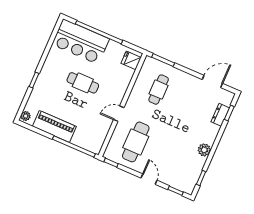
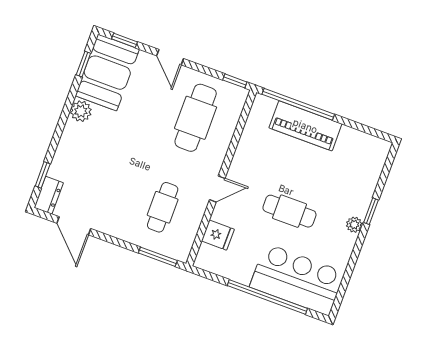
fridge: (131, 60) -> (218, 235), moved
door: (212, 81) -> (74, 226), hinge flipped
door: (119, 114) -> (217, 189), moved
dresser: (220, 115) -> (49, 195), moved
plant: (26, 116) -> (354, 225), moved
piano: (54, 126) -> (305, 126), moved
booth: (187, 172) -> (107, 73), added

